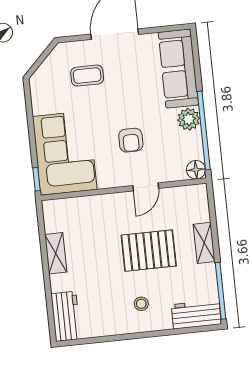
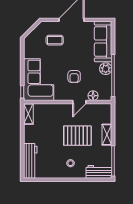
floor lamp: (196, 170) -> (93, 96), moved
shelving: (56, 253) -> (28, 114), moved
workbench: (66, 316) -> (30, 161), width x1.38

